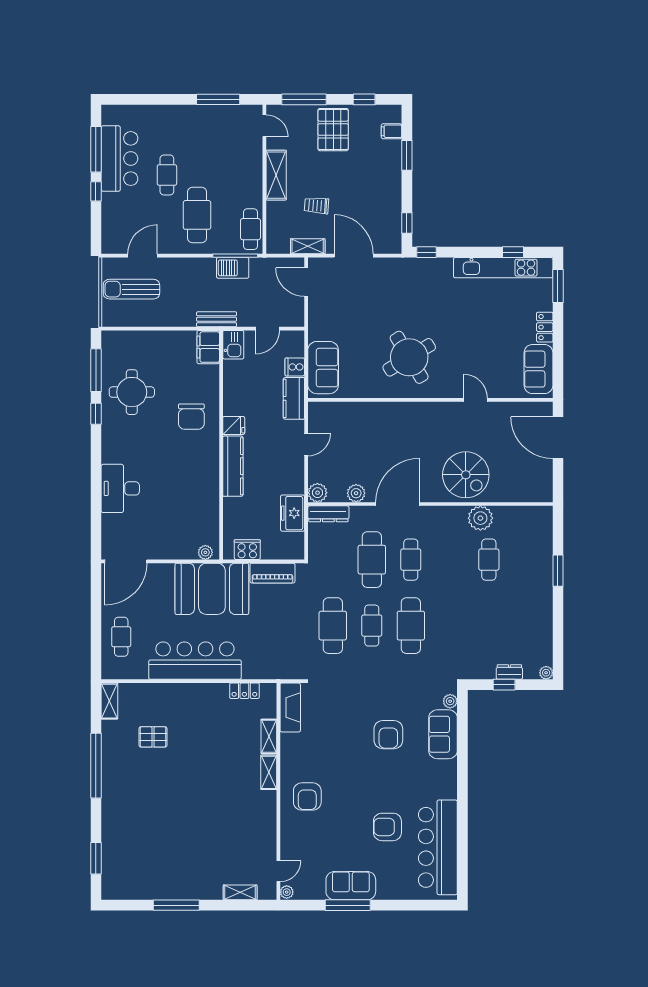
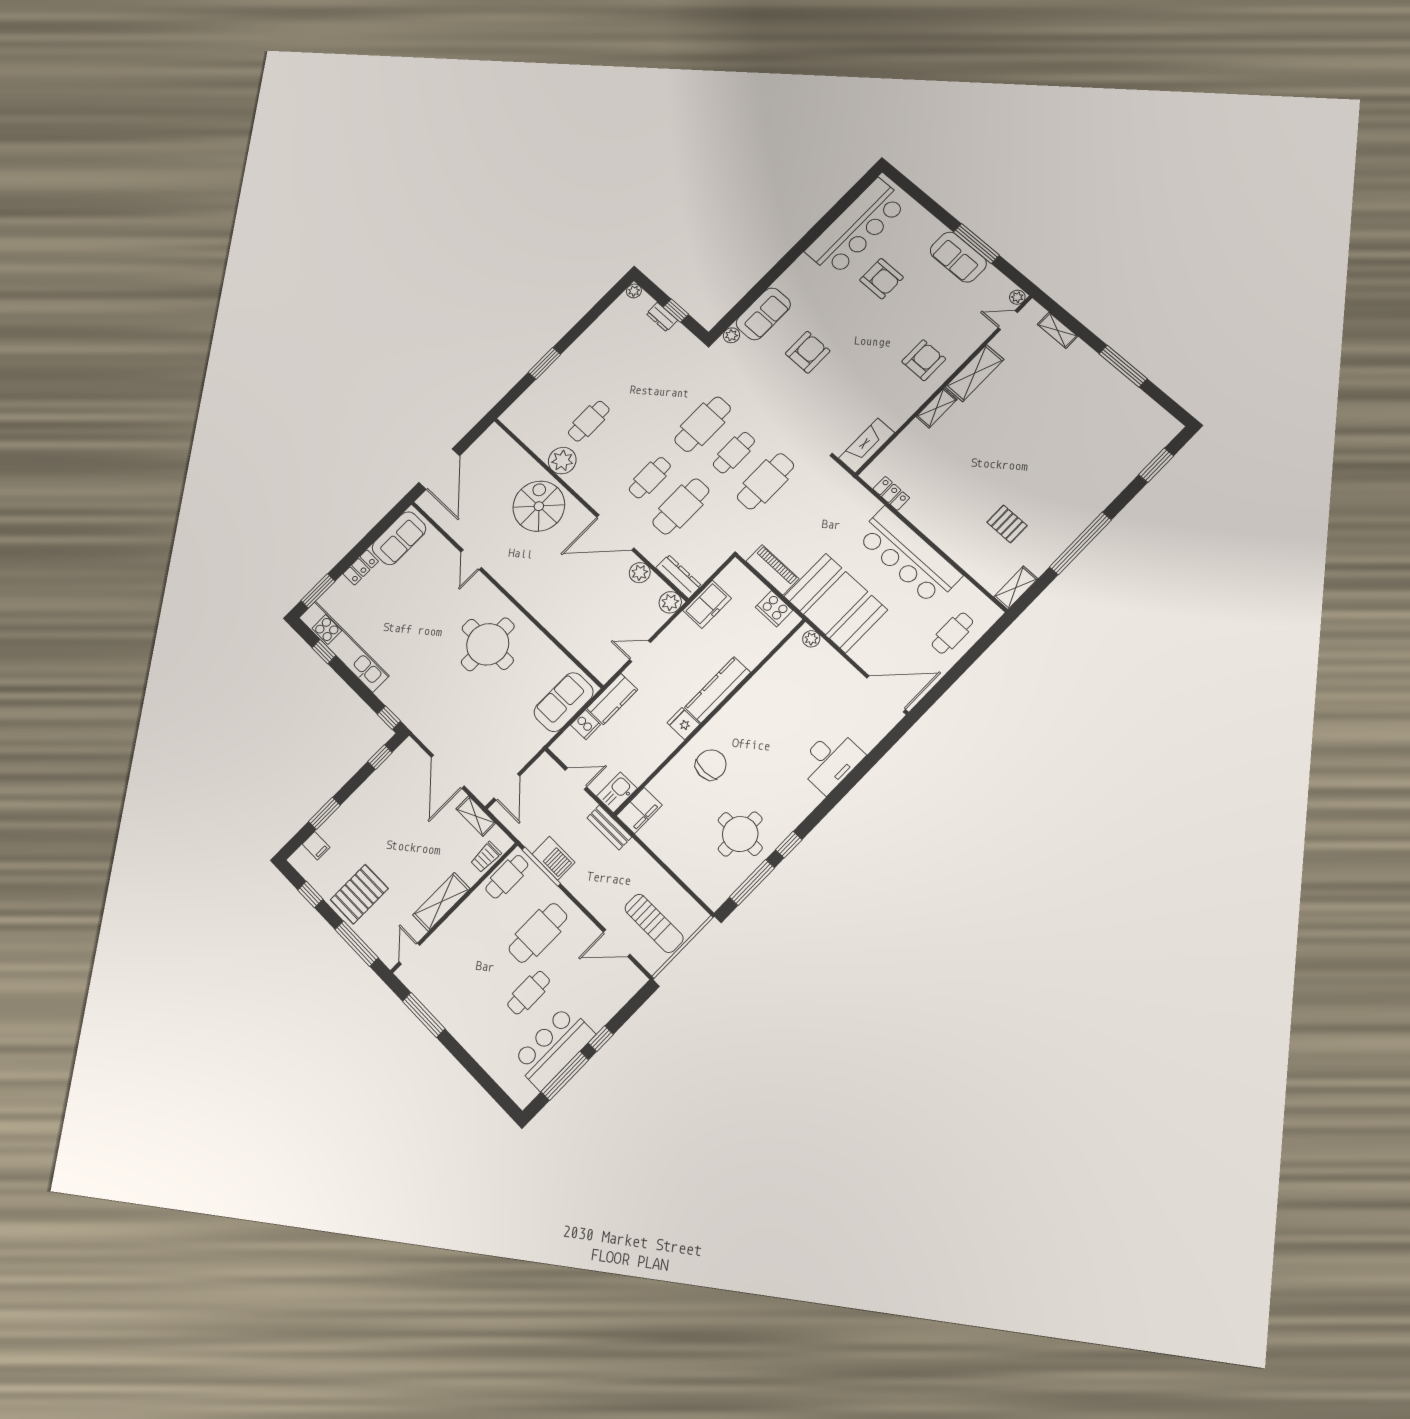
trolley: (317, 206) -> (486, 857), moved, turned 86
round table: (409, 357) -> (488, 644), turned 31
shelving: (269, 736) -> (975, 373), moved, width x1.50, depth x1.33

